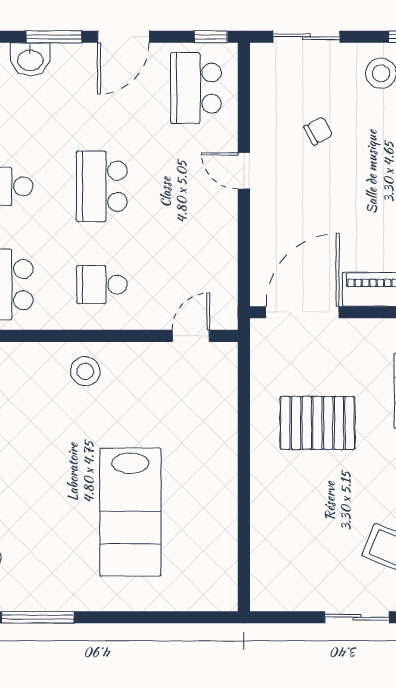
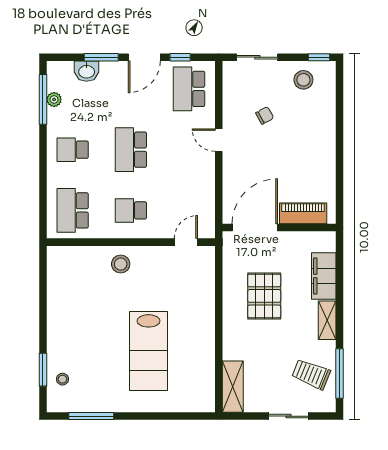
window: (211, 37) -> (180, 57), moved
pallet: (317, 423) -> (264, 296), turned 90
shelving: (267, 570) -> (233, 387), added

